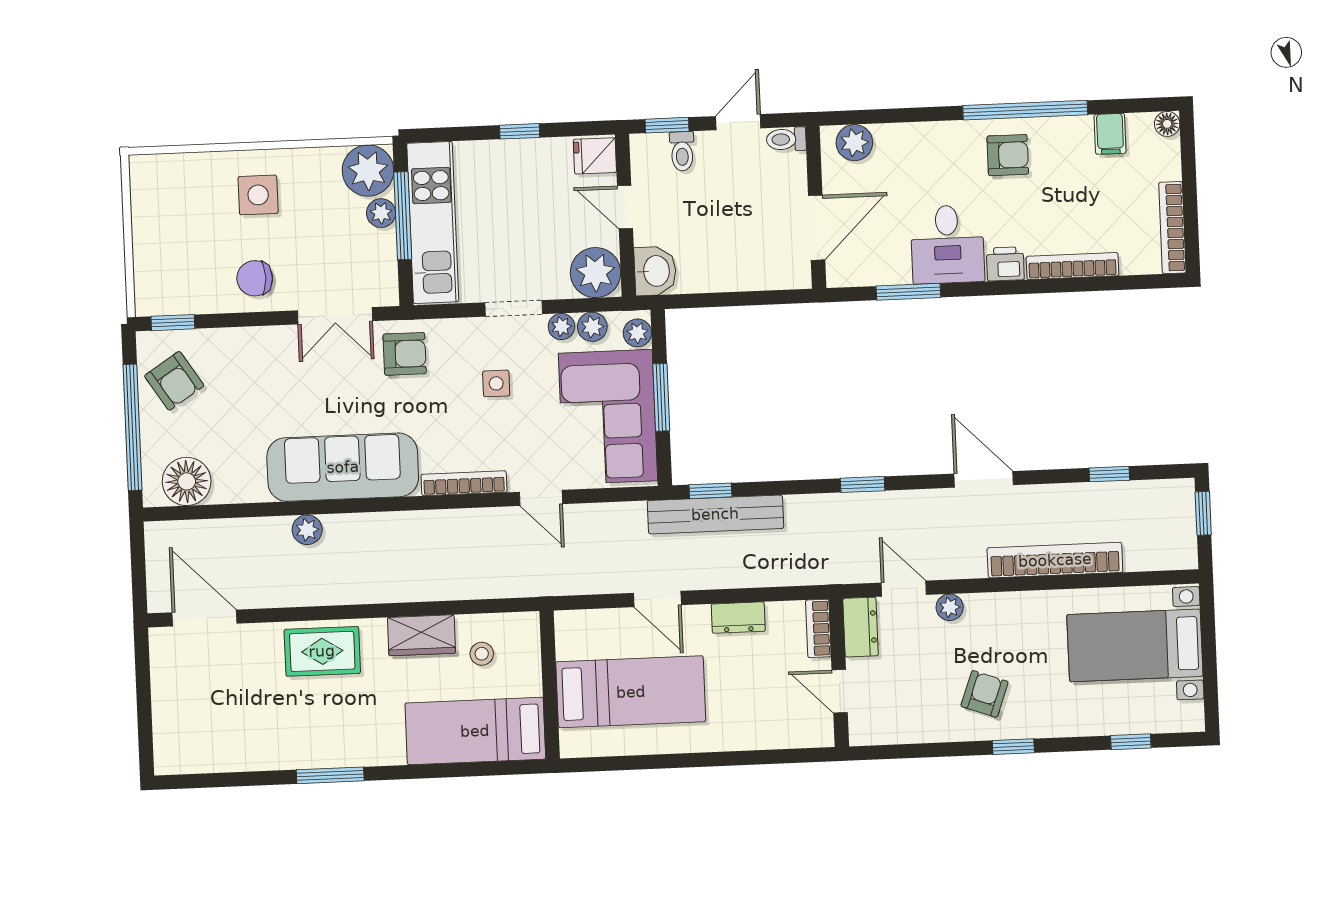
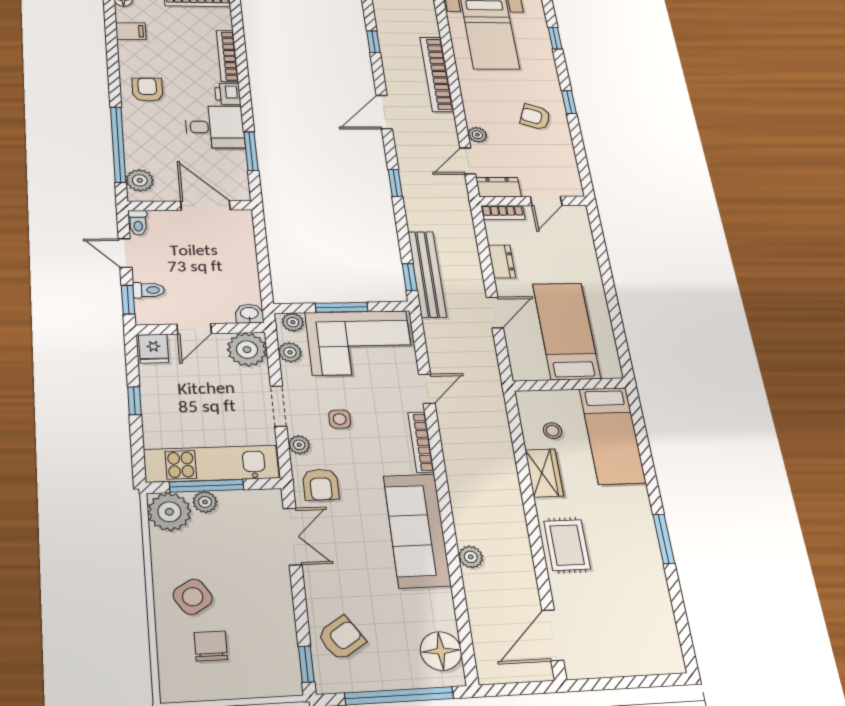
window: (1025, 110) -> (118, 144), moved
side table: (258, 195) -> (193, 597), turned -32
washbasin: (655, 271) -> (249, 314), width x0.72, depth x0.69
chair: (255, 278) -> (211, 646), moved, turned 180
plant: (561, 327) -> (299, 445), moved
armchair: (405, 354) -> (321, 485), turned 180
armchair: (174, 381) -> (341, 638), moved

